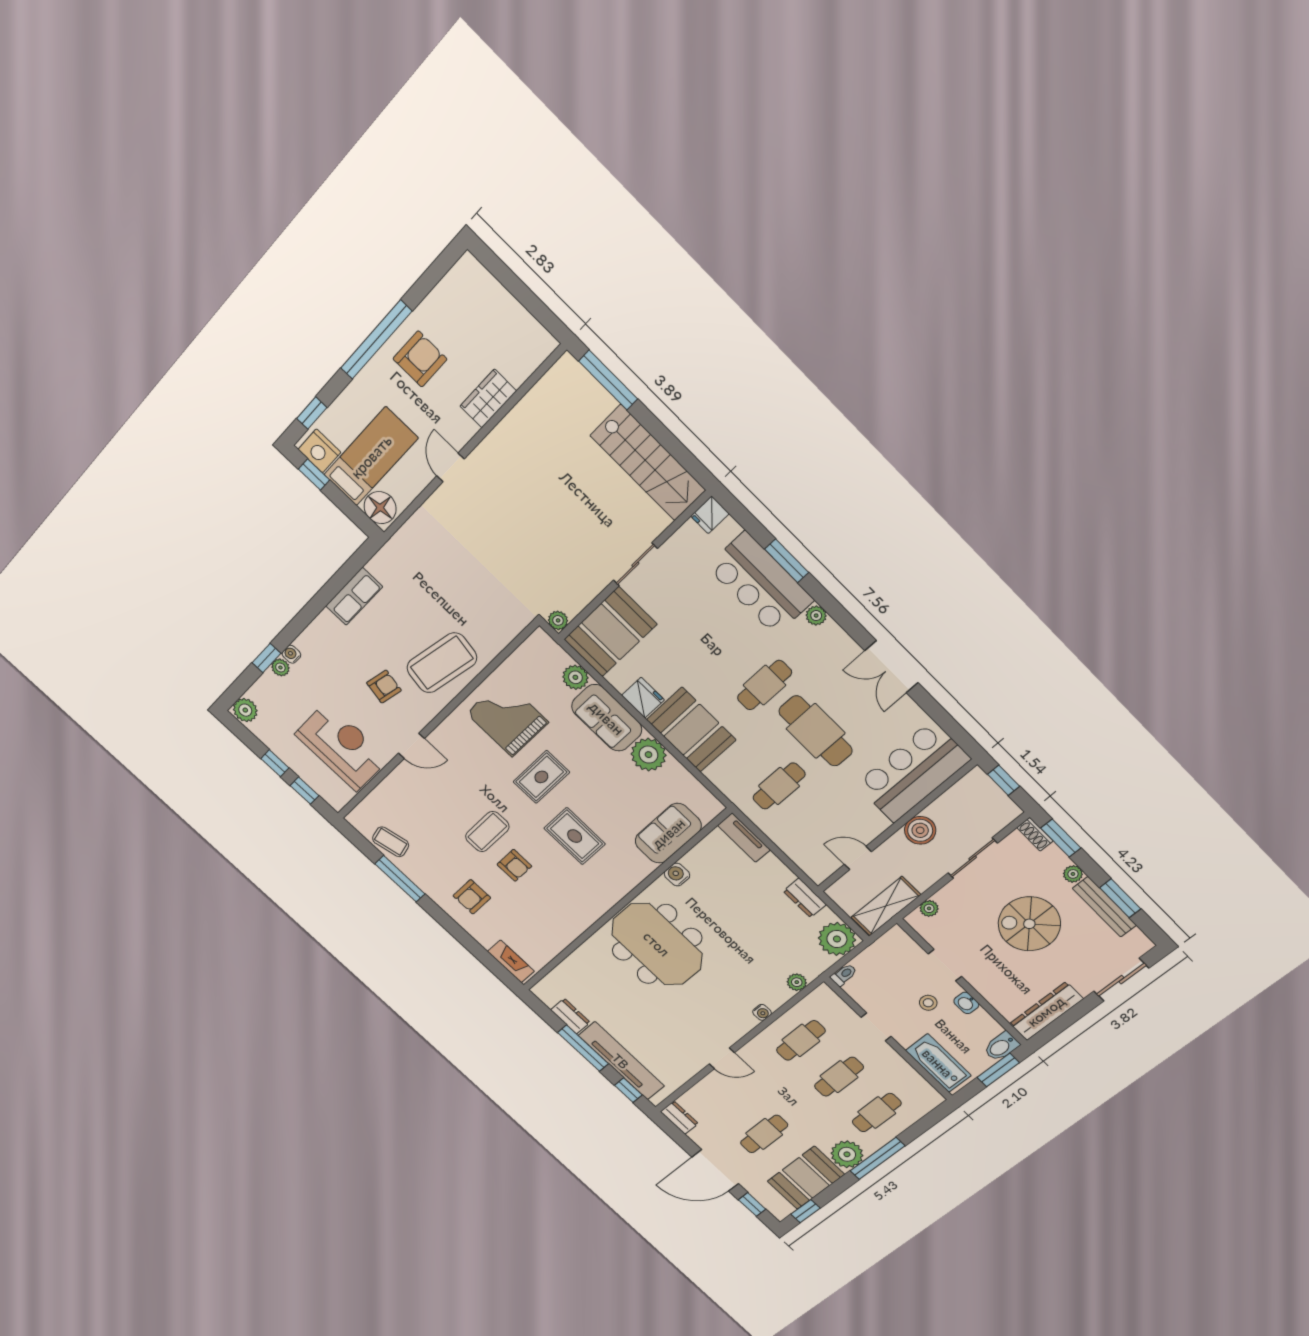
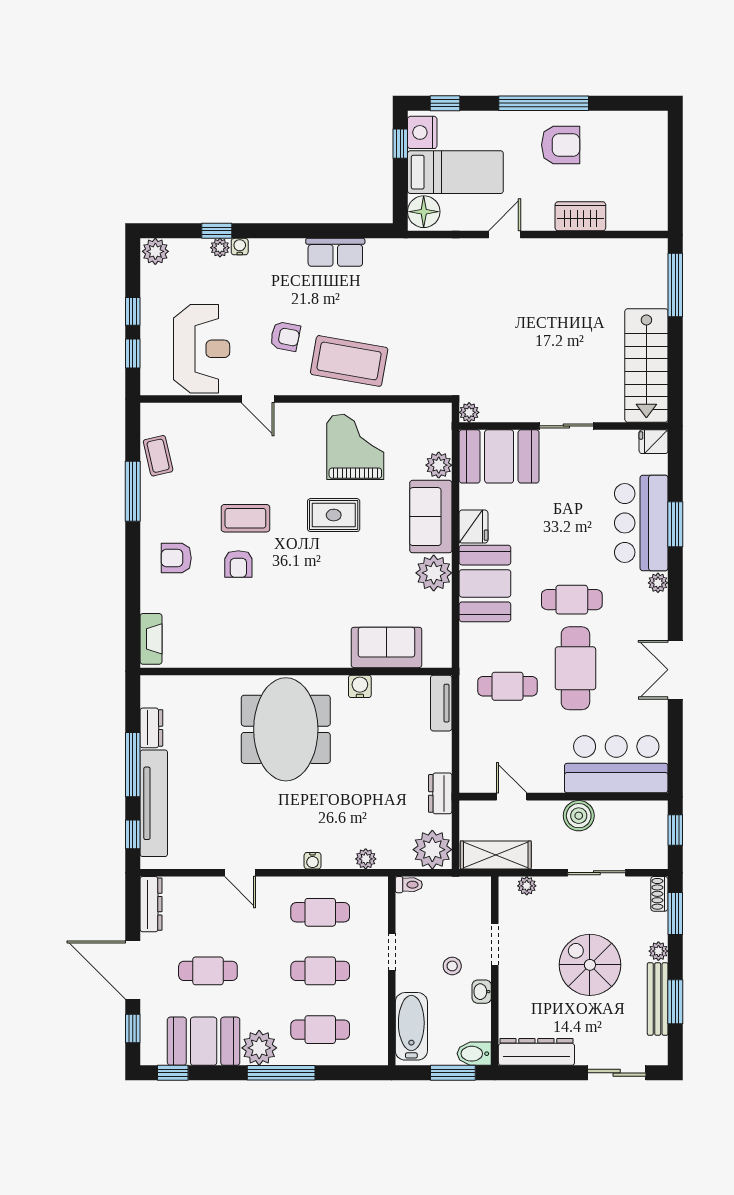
rug: (575, 836) -> (311, 584), removed
dresser: (679, 1118) -> (151, 904), width x1.44

